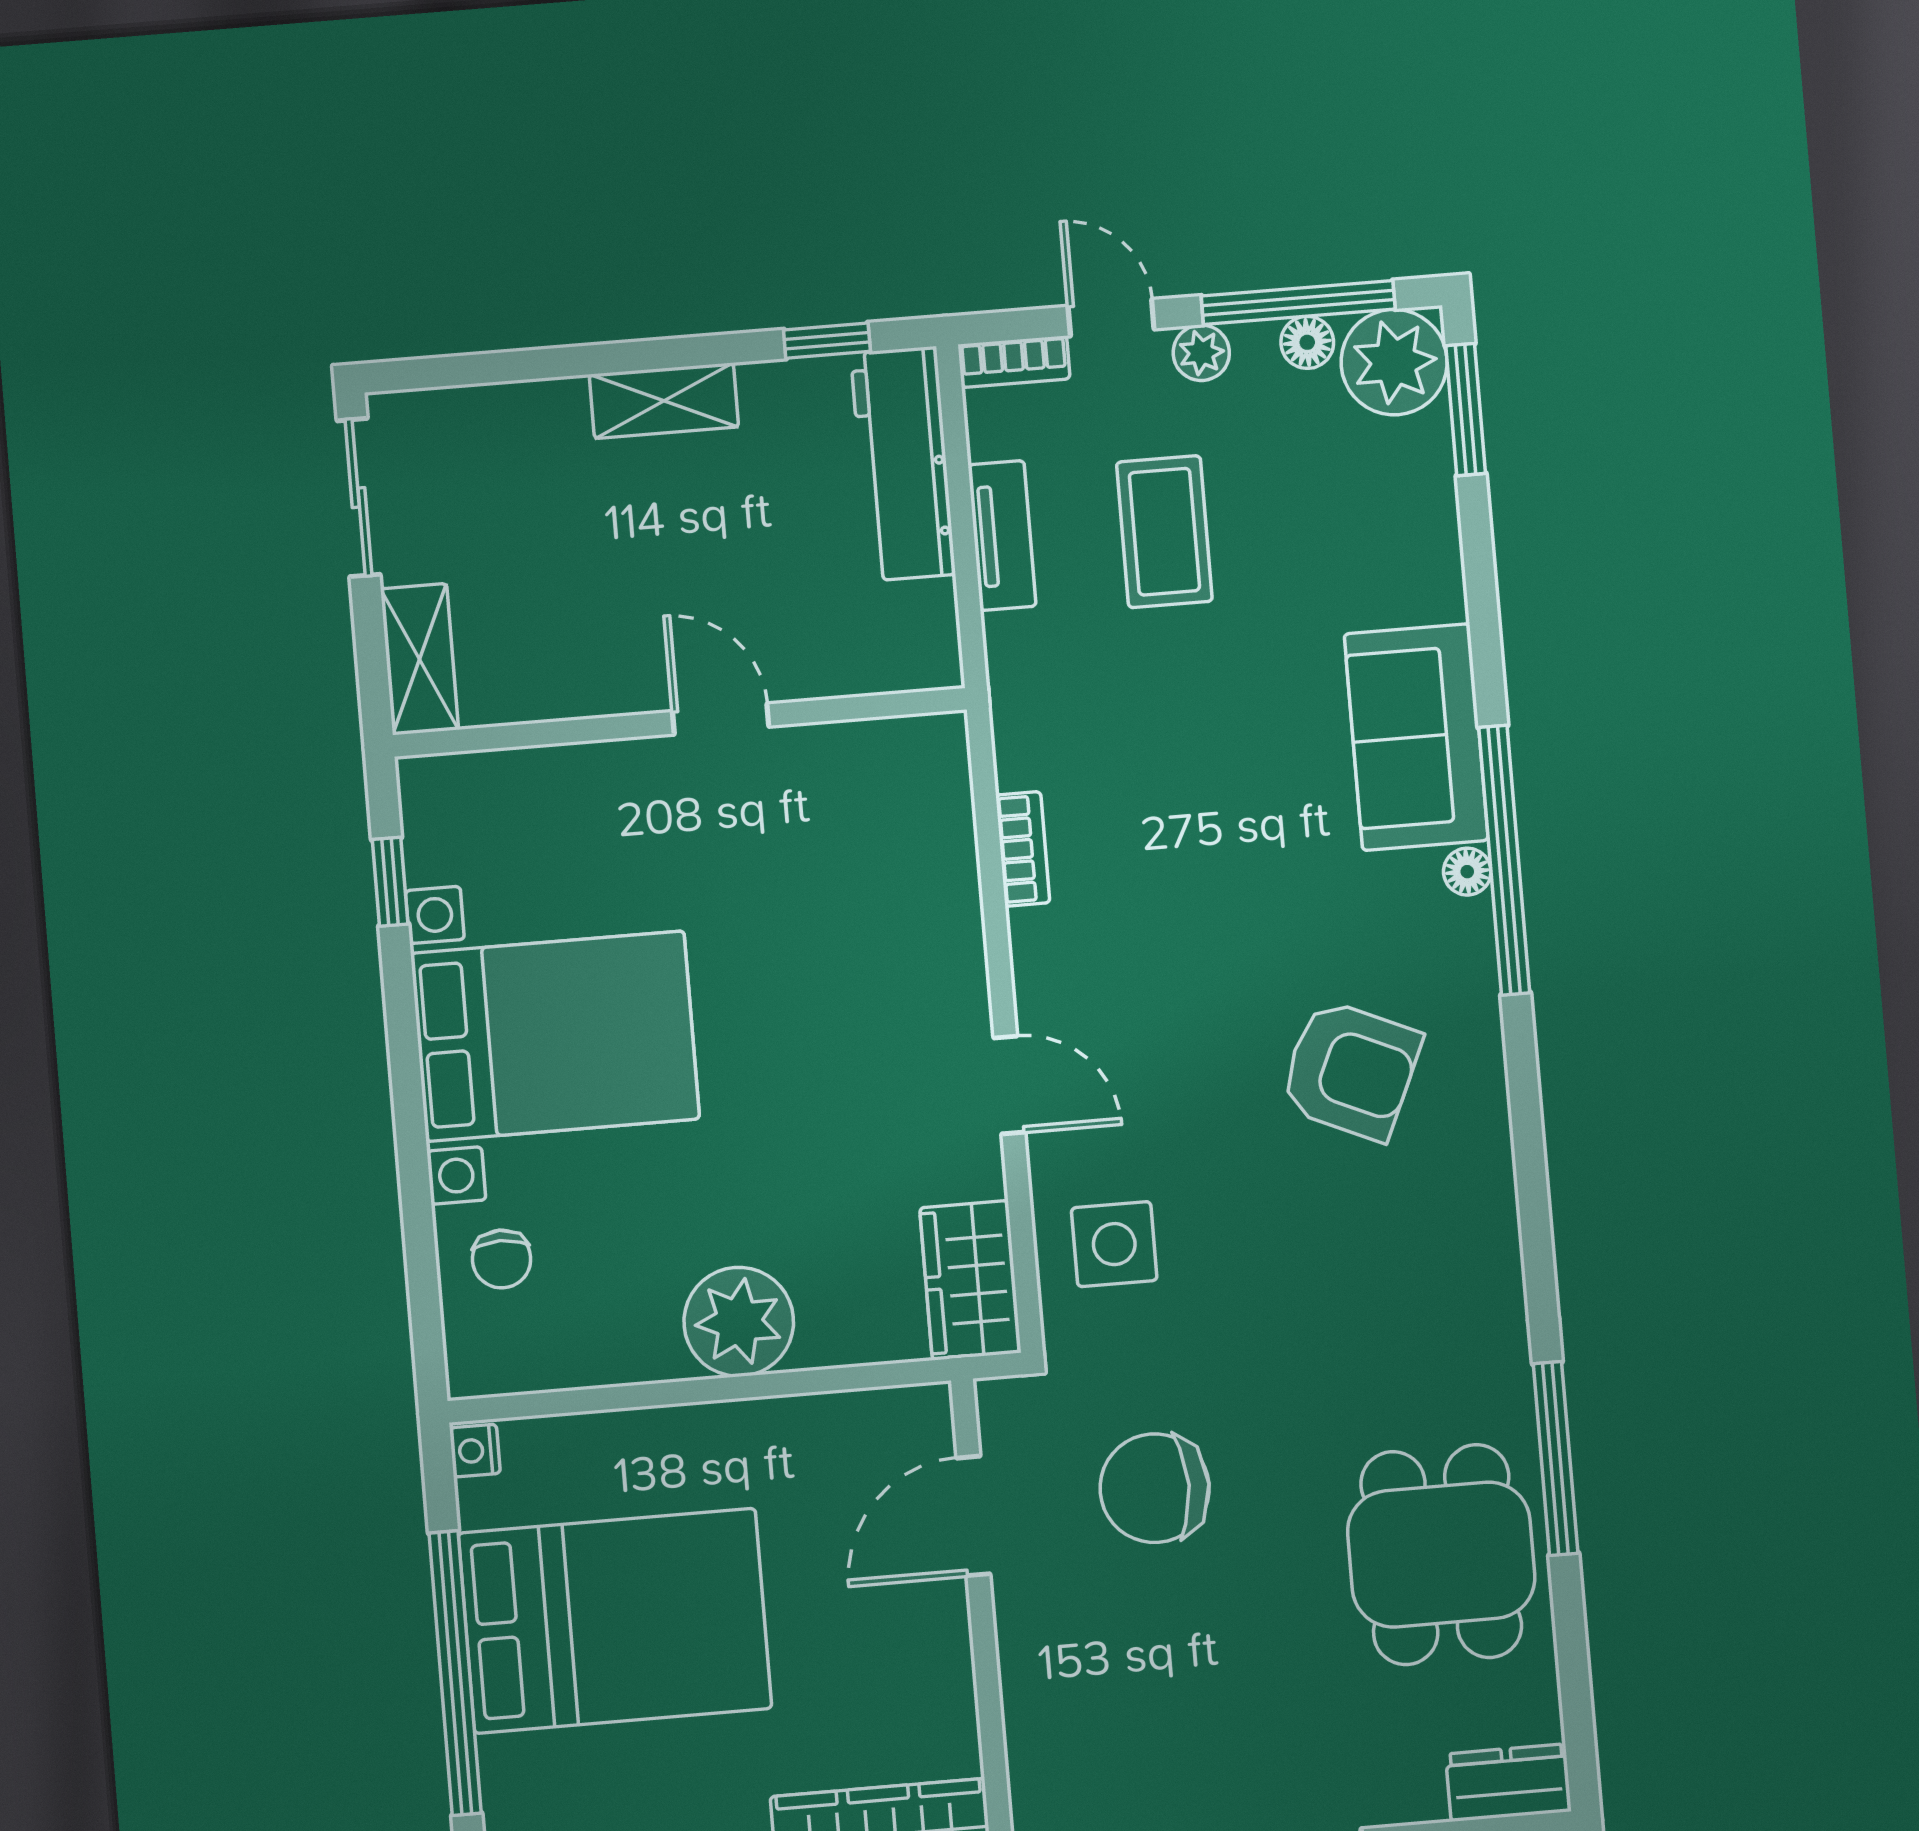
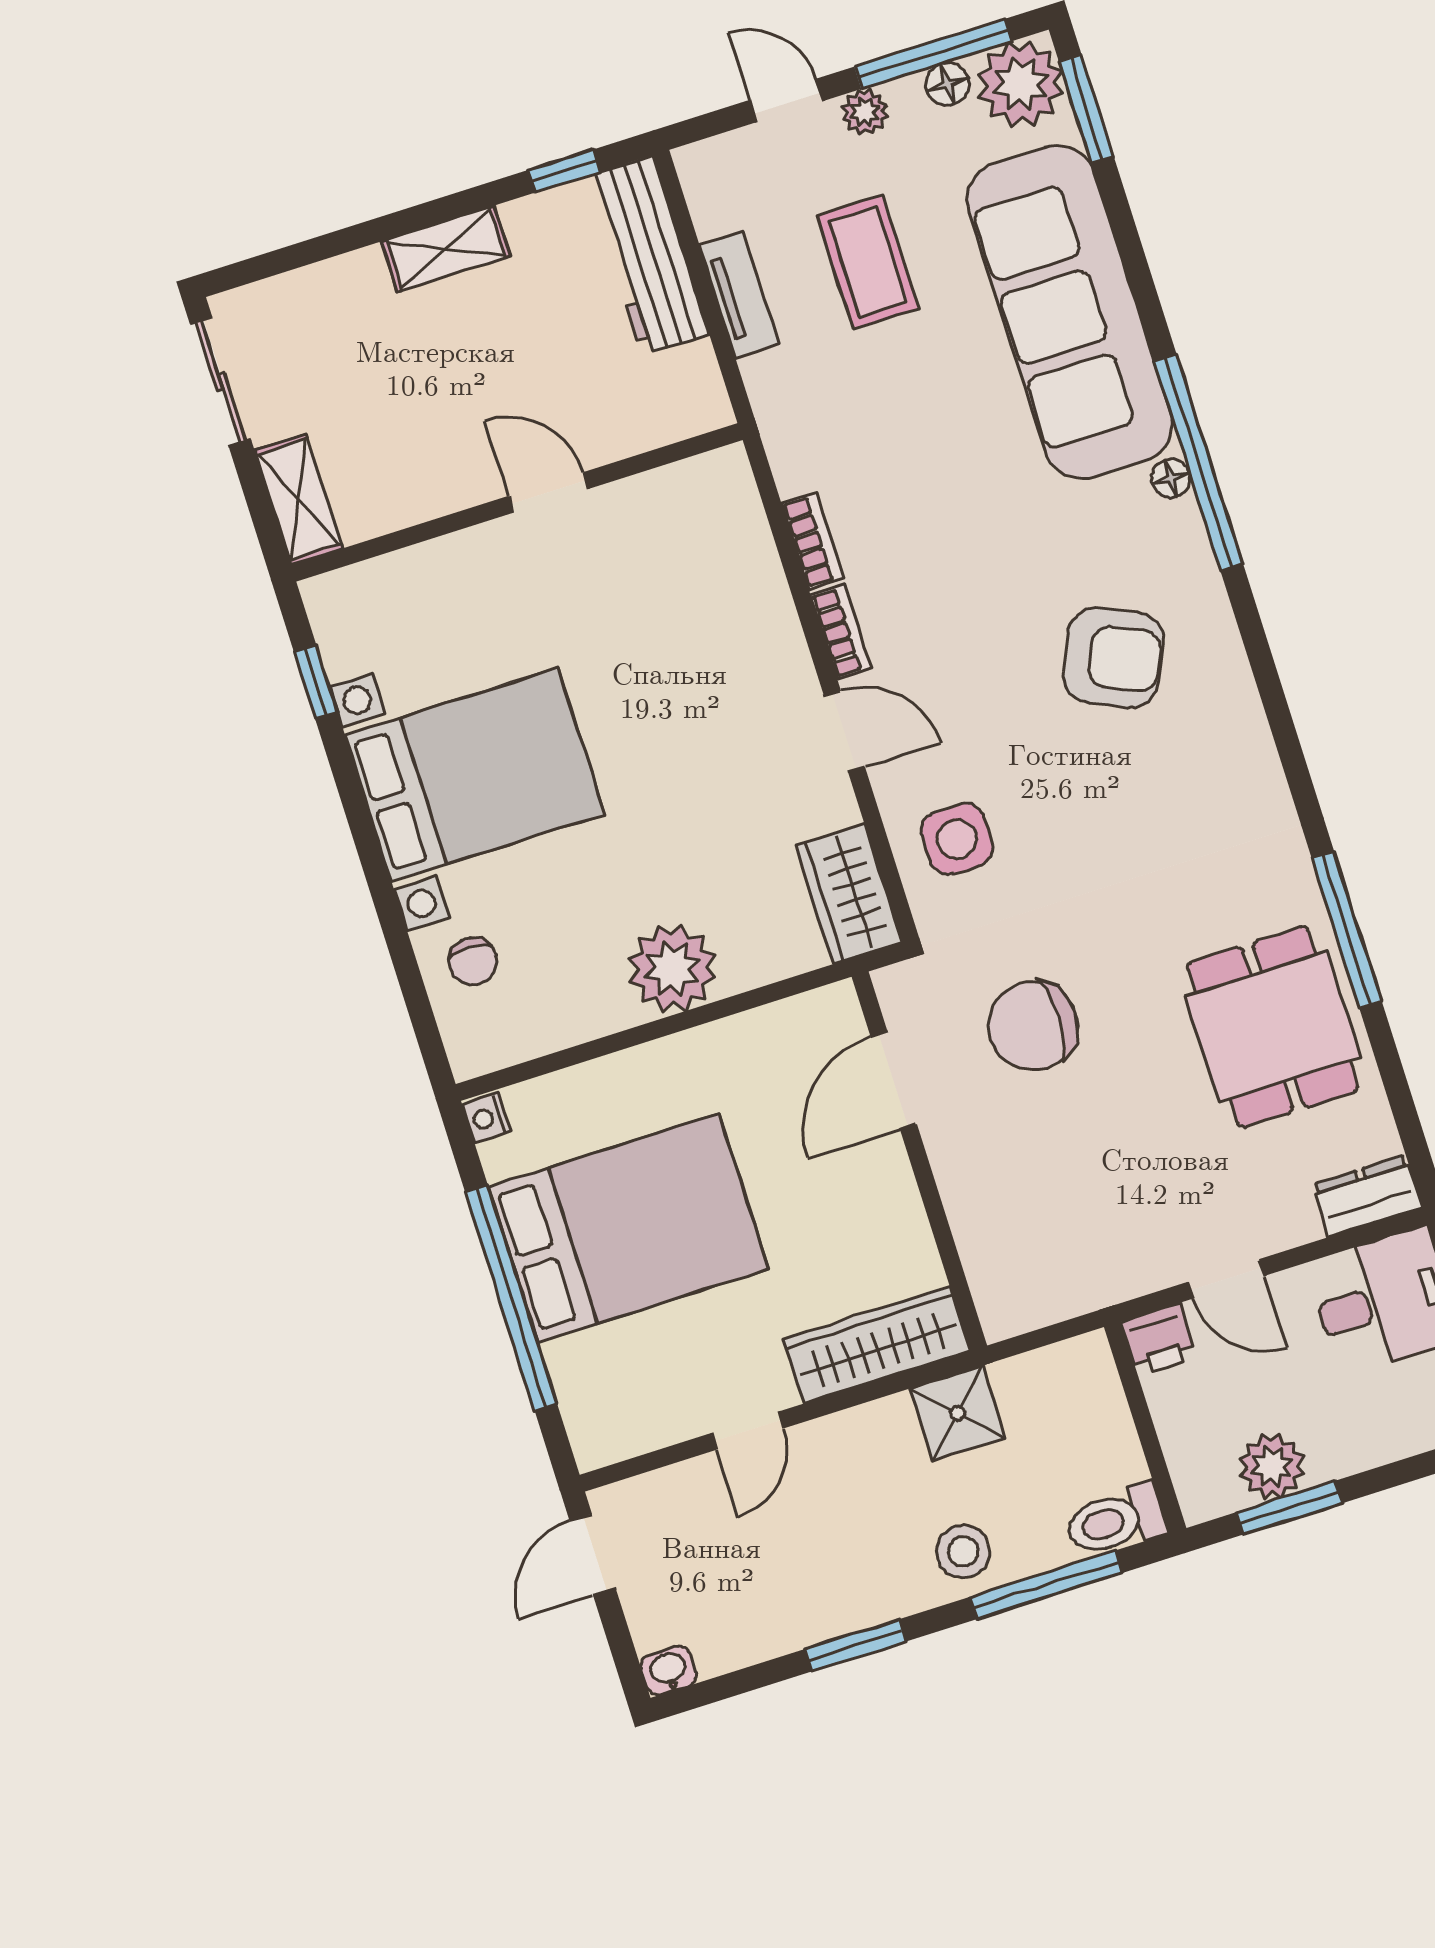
bookcase: (1014, 362) -> (841, 632), moved, turned -90
sofa: (1416, 737) -> (1070, 312), width x1.85, depth x1.27

